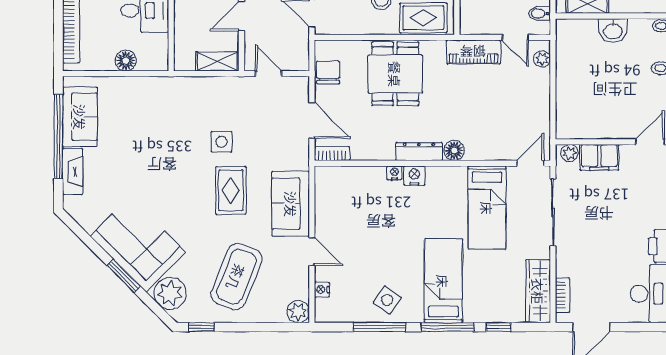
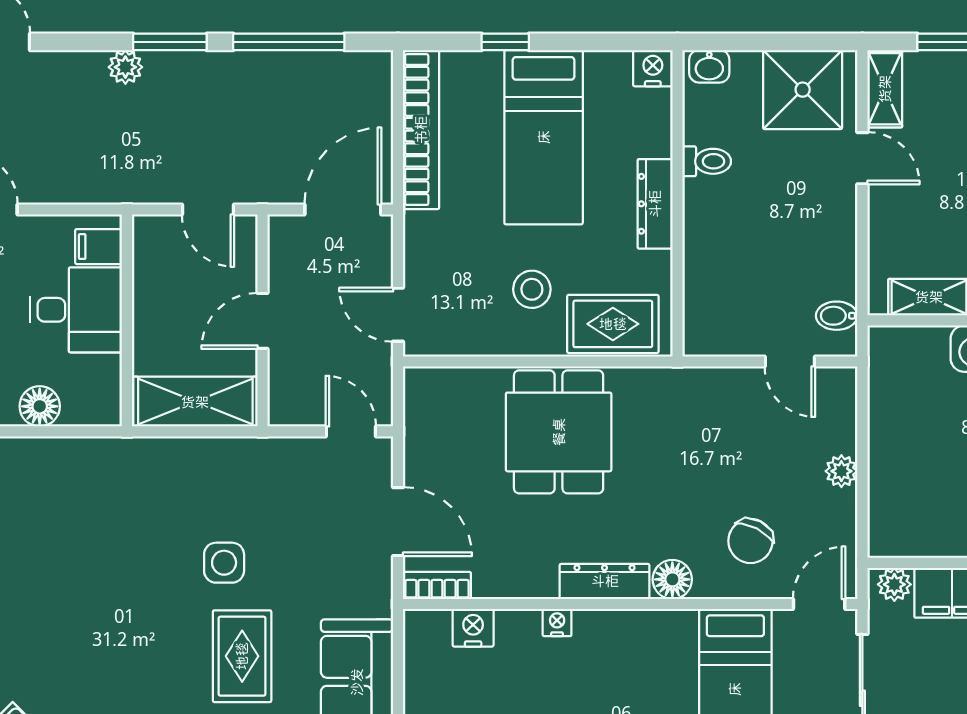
piano: (473, 52) -> (709, 390), removed
plant: (542, 59) -> (841, 471), moved
shelving: (217, 61) -> (195, 402), width x1.50, depth x1.33
chair: (328, 73) -> (750, 541), moved, turned -153
door: (269, 74) -> (351, 431), moved
nightstand: (414, 176) -> (473, 628), moved

